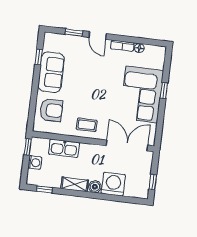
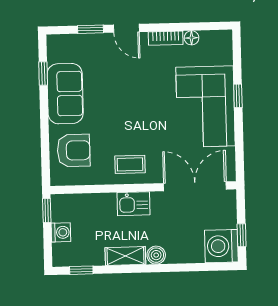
kitchen sink: (64, 148) -> (133, 204), moved, width x0.73
washing machine: (113, 184) -> (221, 246), moved, turned -90

